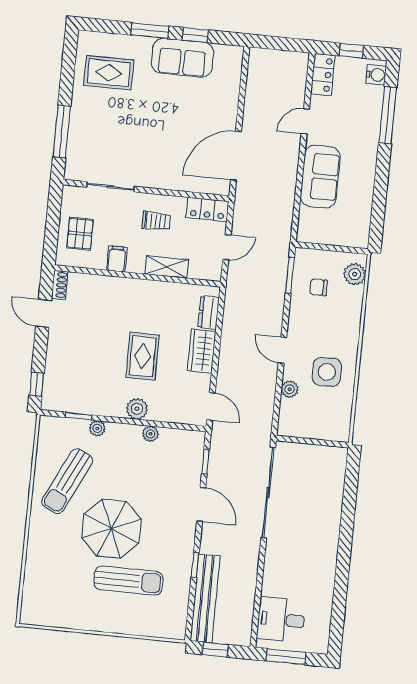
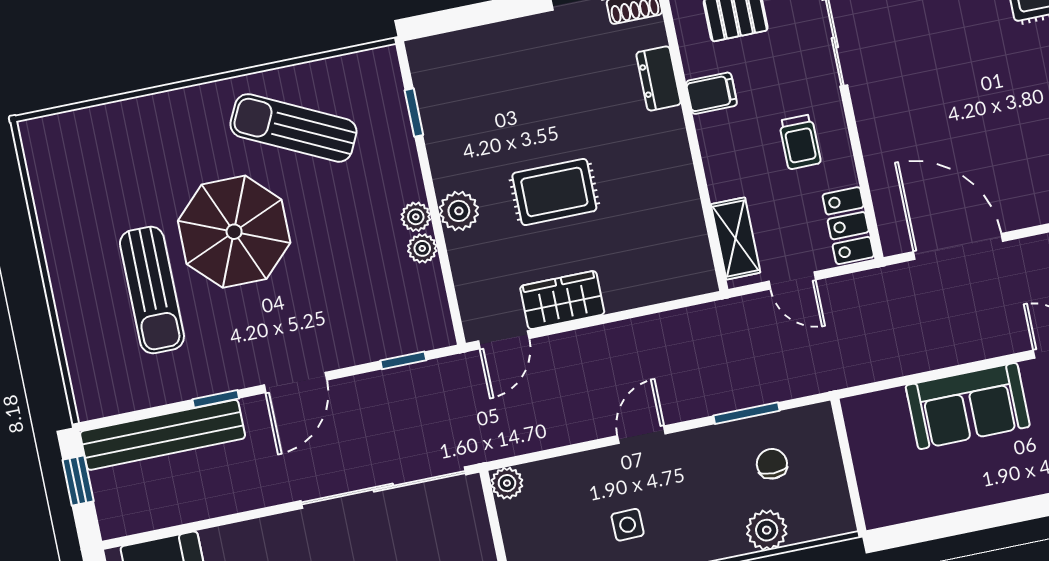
shelving: (167, 267) -> (736, 238), moved
plant: (355, 274) -> (767, 530), moved
window: (290, 275) -> (747, 413), moved
dresser: (209, 313) -> (658, 78), moved, turned -90
wardrobe: (202, 351) -> (562, 300), moved
side table: (327, 372) -> (628, 525), width x0.54, depth x0.54
window: (37, 384) -> (447, 21), removed
plant: (290, 389) -> (507, 483), moved
plant: (97, 428) -> (416, 217), moved
door: (201, 504) -> (295, 383), moved

